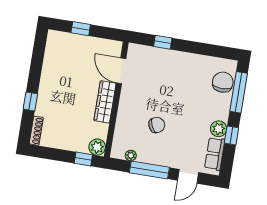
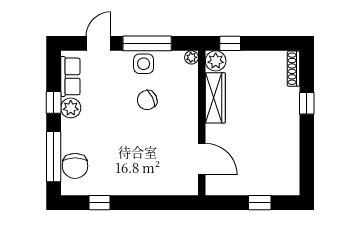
window: (163, 42) -> (99, 203), moved
wardrobe: (105, 102) -> (215, 98), moved
side table: (155, 154) -> (144, 64), added
plant: (131, 155) -> (191, 57), moved

